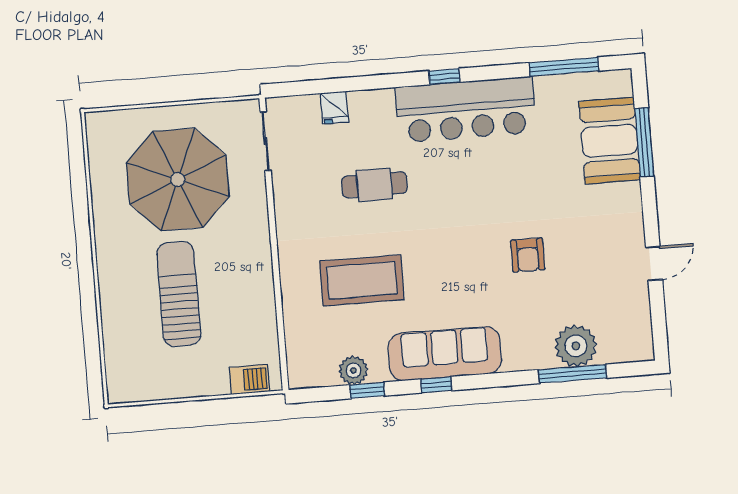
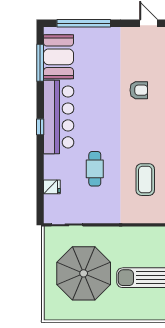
booth: (610, 141) -> (59, 57), moved, turned 90
window: (644, 142) -> (84, 23), width x1.46
coffee table: (362, 280) -> (145, 180), width x0.73, depth x0.76

